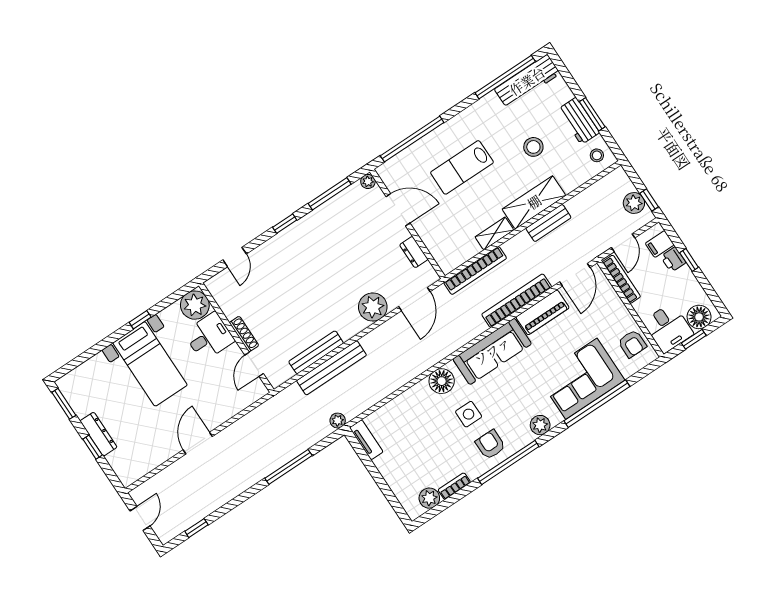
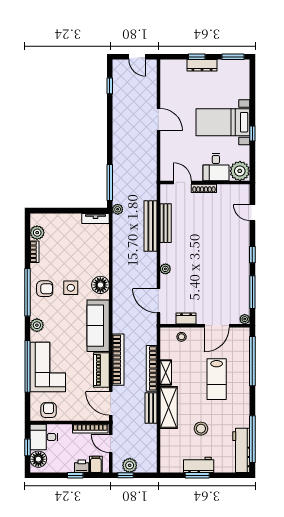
stool: (597, 155) -> (182, 337), moved
lab bench: (462, 167) -> (217, 379), turned 180
bookcase: (475, 271) -> (152, 368), moved
plant: (373, 307) -> (165, 269), width x0.53, depth x0.53
armchair: (632, 344) -> (49, 410), turned 90
window: (288, 467) -> (110, 182), moved

